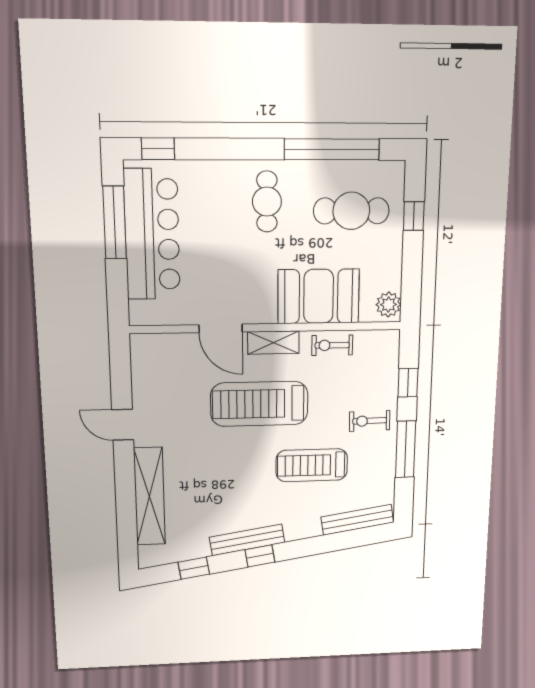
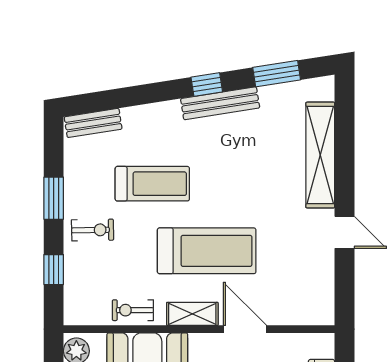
exercise bike: (332, 345) -> (133, 310), turned 180
window: (406, 449) -> (54, 198), width x0.69
bench: (357, 520) -> (93, 123), width x0.73
window: (194, 568) -> (277, 74), width x1.50

